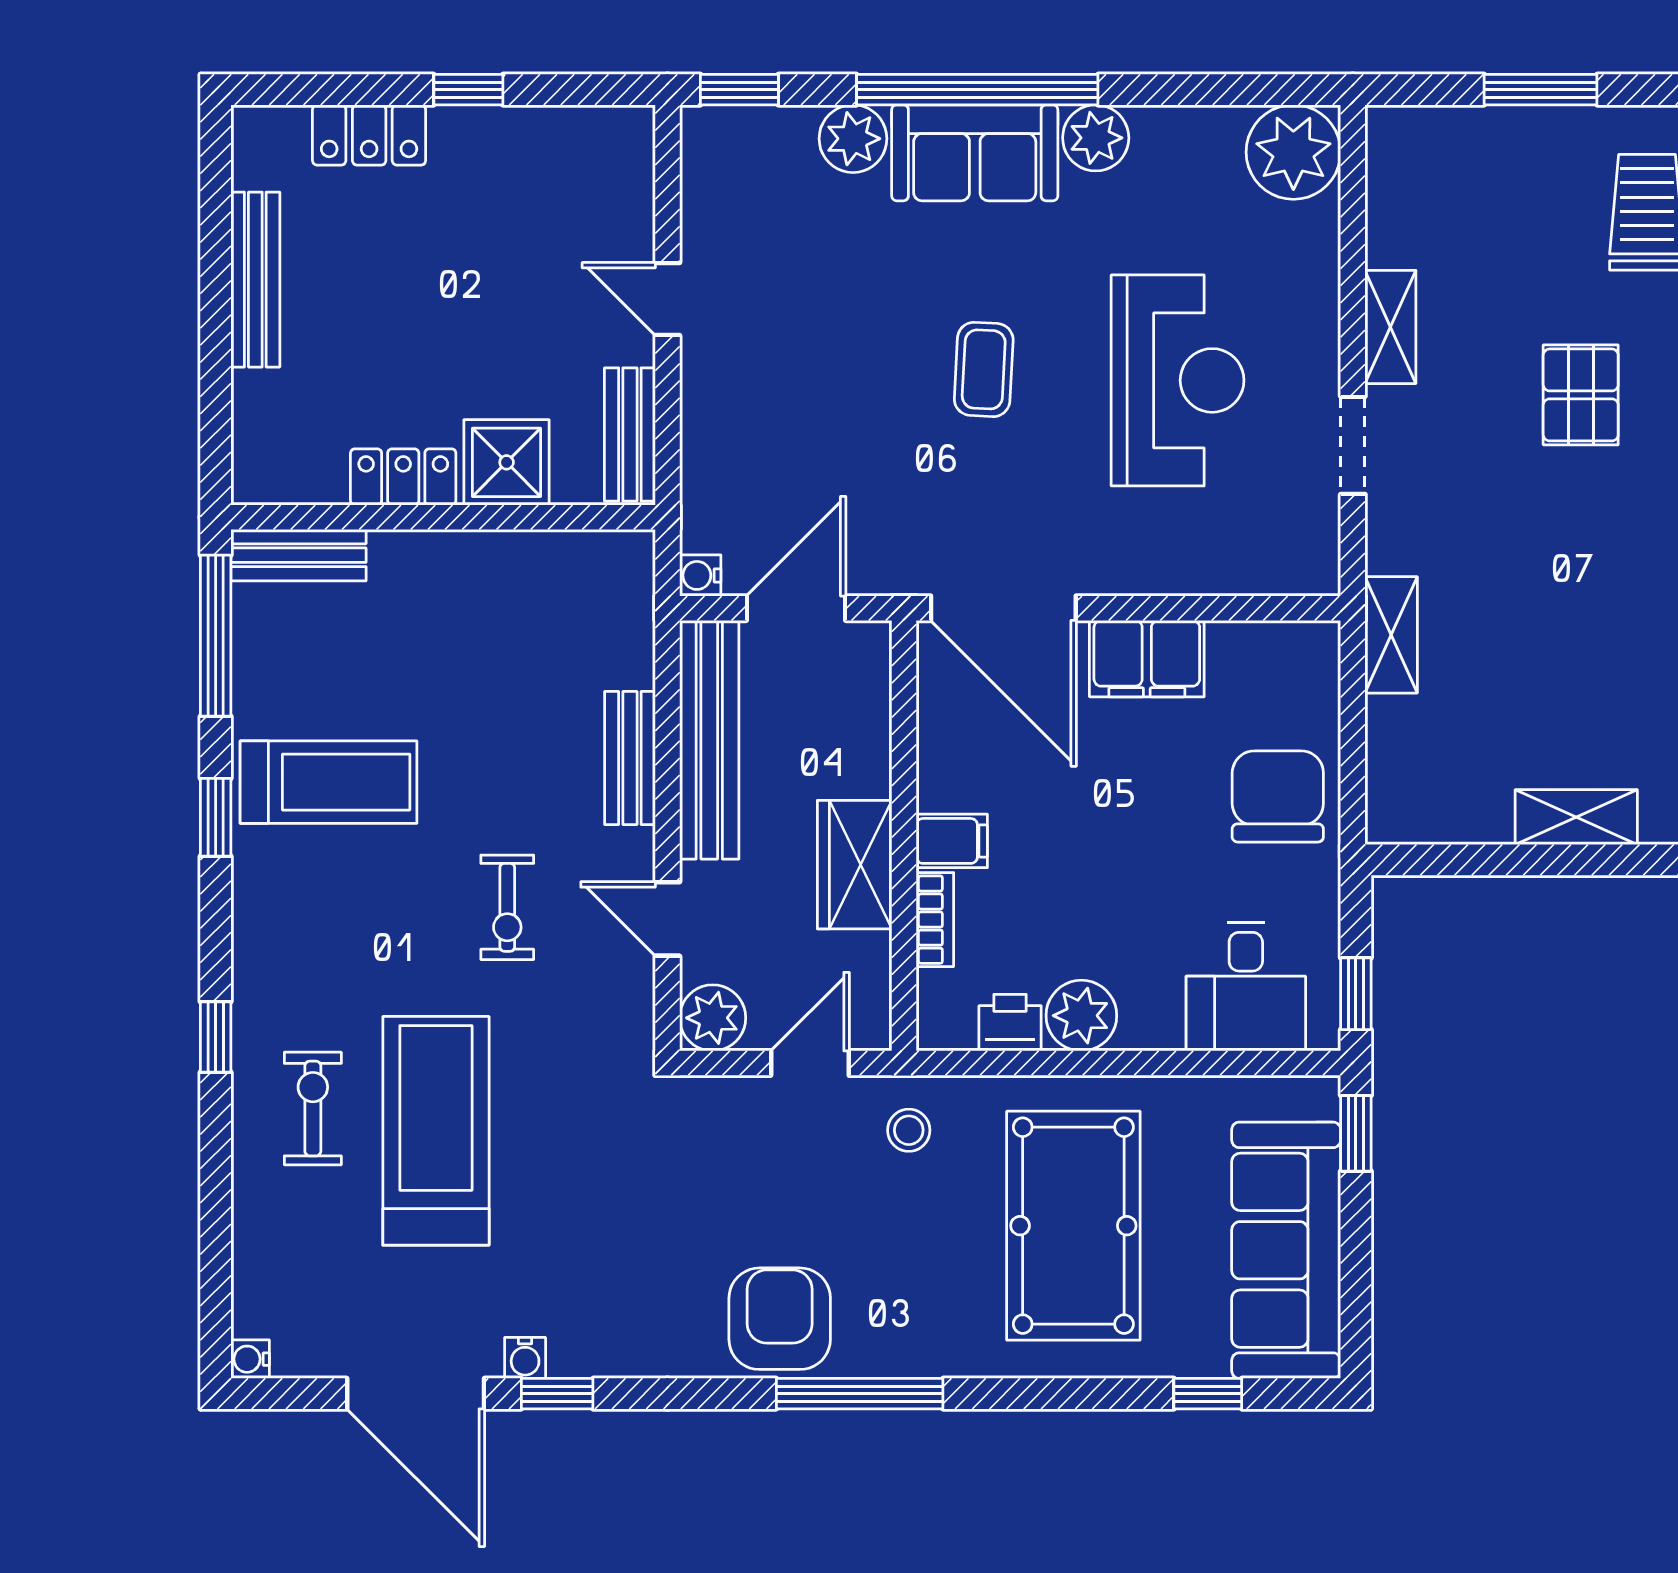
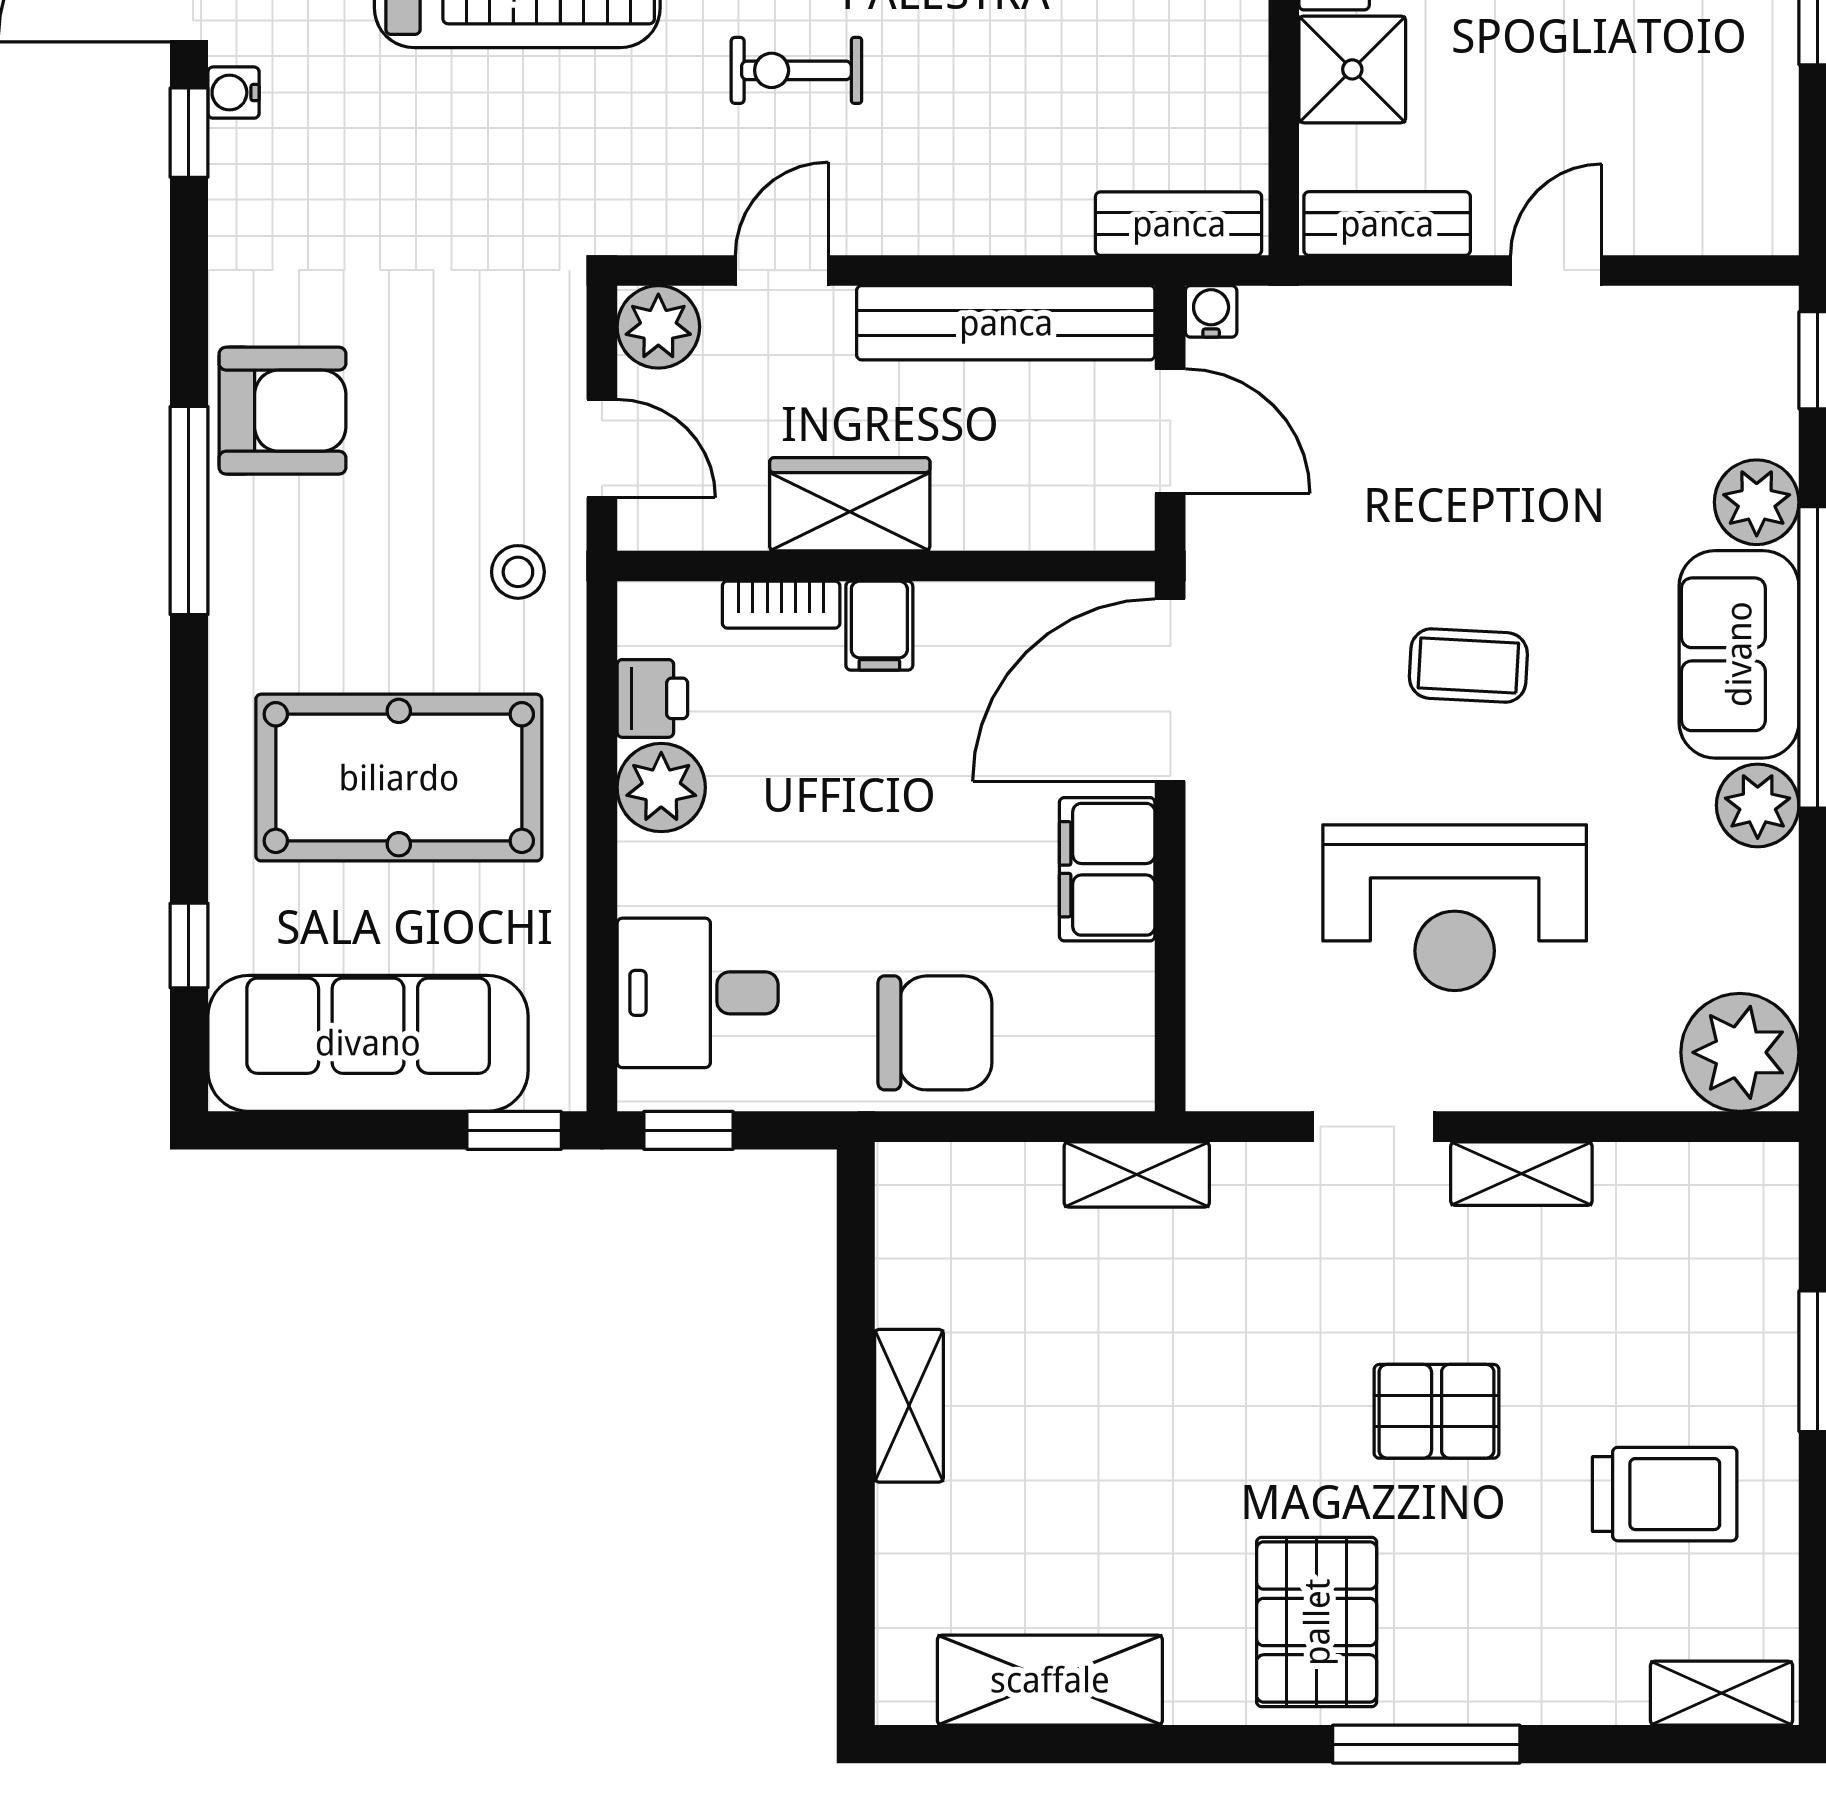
bench: (630, 758) -> (1179, 224), moved

